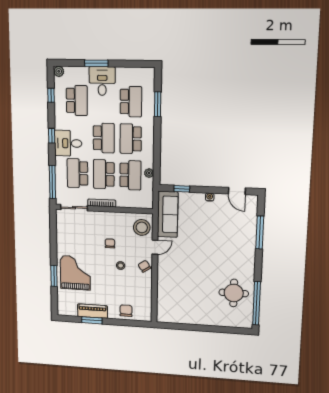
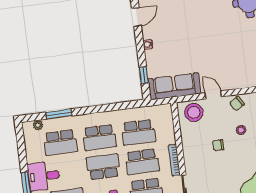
school desk: (131, 102) -> (60, 143), turned 180
plant: (149, 173) -> (38, 125), moved
school desk: (130, 175) -> (139, 133), turned 180

